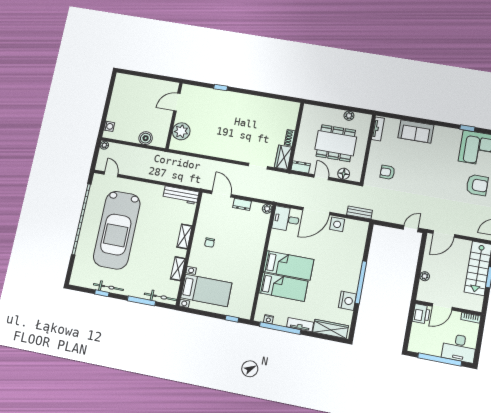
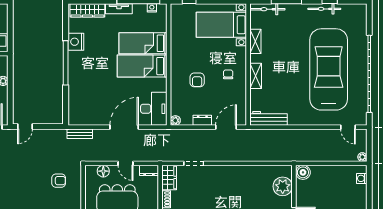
boiler: (146, 138) -> (303, 172), moved
door: (221, 194) -> (226, 127), swing flipped
desk: (286, 219) -> (154, 109), width x1.37
side table: (337, 224) -> (100, 117), removed
armchair: (239, 243) -> (197, 80), added

